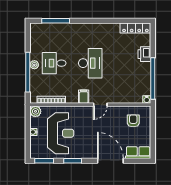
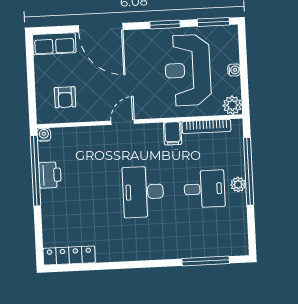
printer: (144, 54) -> (50, 175), moved
filing cabinet: (84, 97) -> (173, 133), moved

